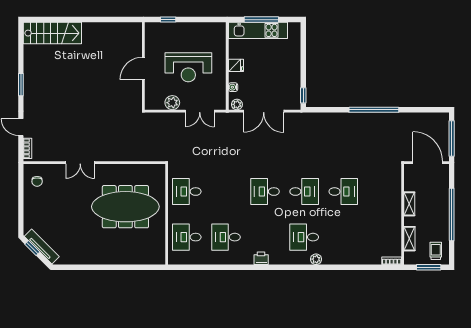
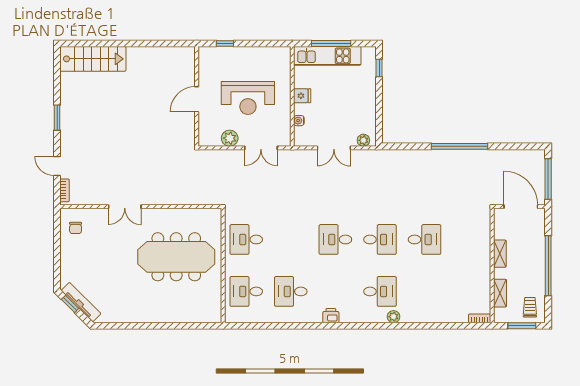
window: (303, 95) -> (379, 68), moved
plant: (237, 104) -> (363, 140), moved
double door: (264, 111) -> (334, 148), width x0.73
desk: (304, 237) -> (380, 291), turned 180

